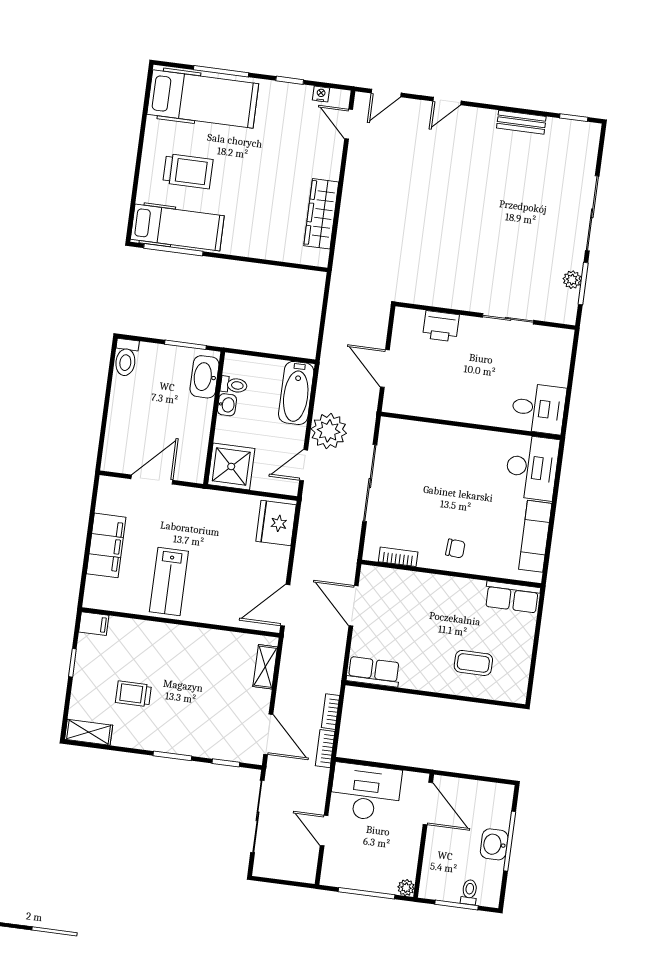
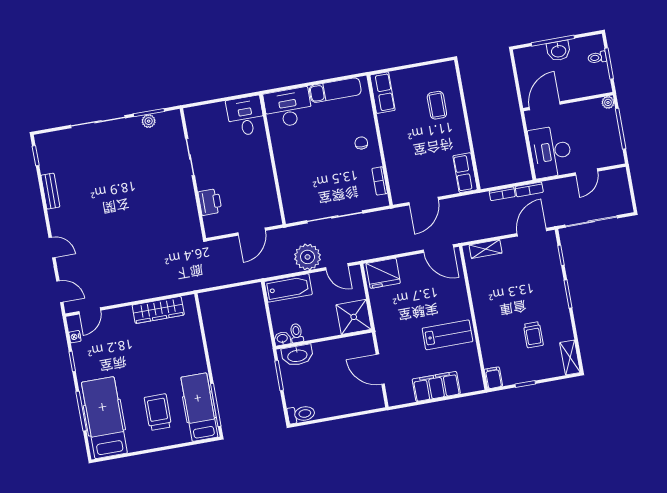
washbasin: (227, 405) -> (282, 339), moved

